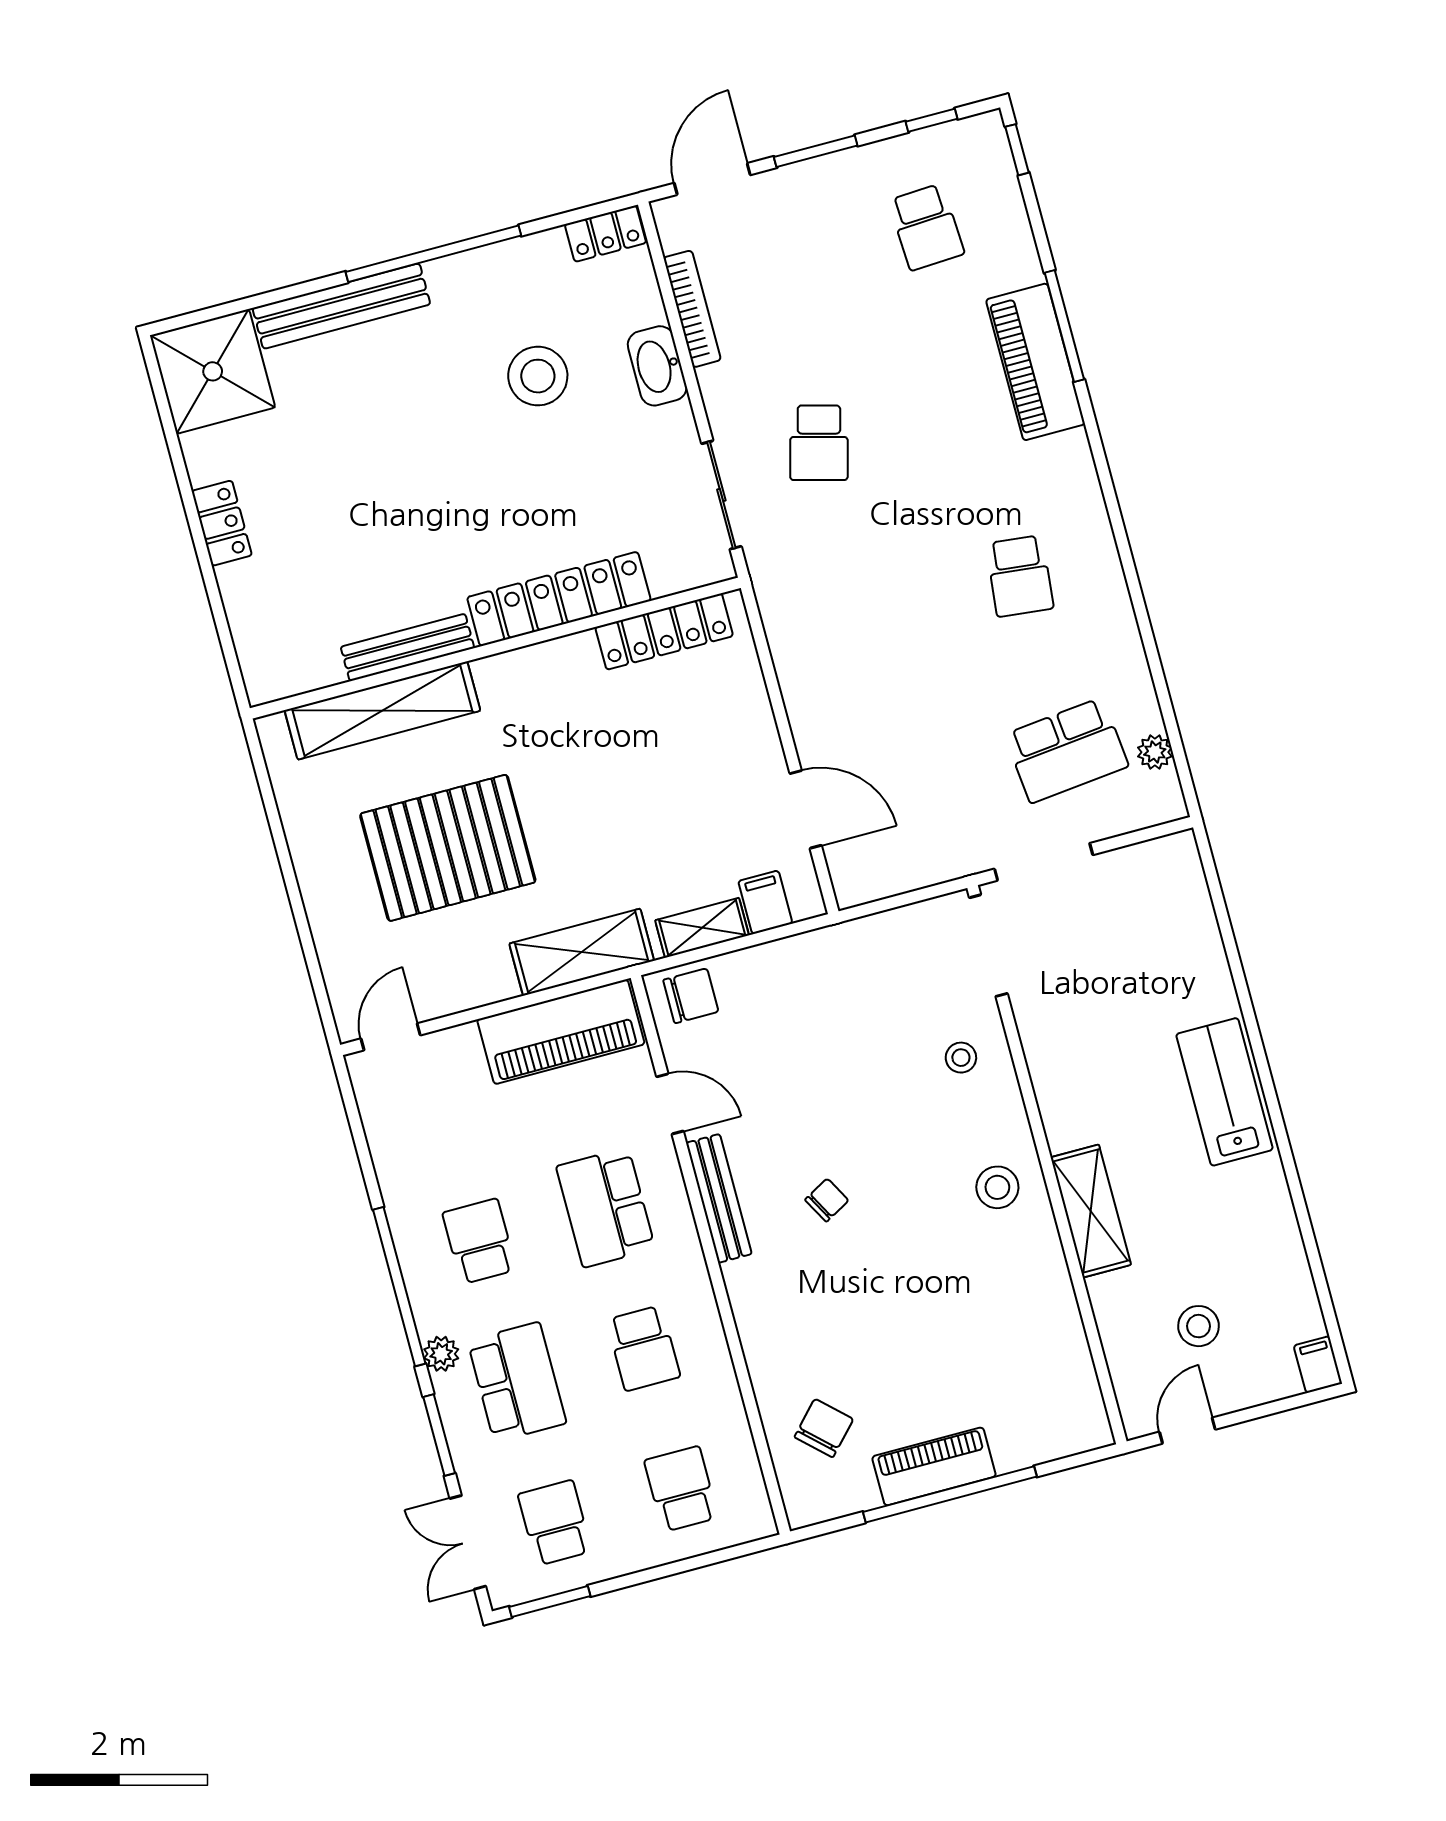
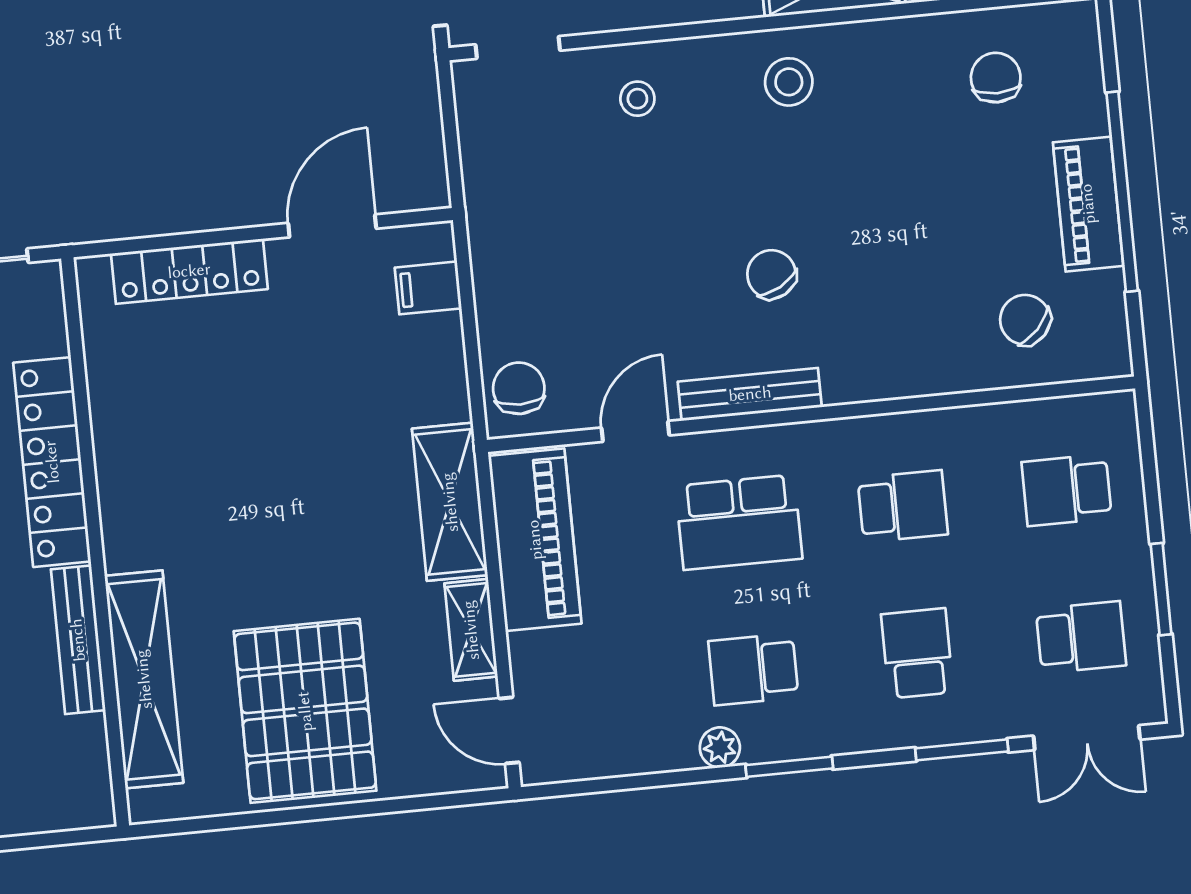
locker: (664, 631) -> (189, 271), moved, turned 90
pallet: (448, 848) -> (305, 711), moved
shelving: (702, 928) -> (471, 630), moved
doorway: (988, 946) -> (518, 47), width x0.73
chair: (827, 1200) -> (771, 274), width x1.37, depth x1.37
window: (399, 1287) -> (789, 767), width x0.47
plant: (441, 1354) -> (720, 747), moved
chair: (1031, 1367) -> (996, 78), added
school desk: (517, 1382) -> (917, 653), width x0.54
school desk: (555, 1523) -> (1081, 637), turned 180
window: (550, 1601) -> (1161, 589), moved

